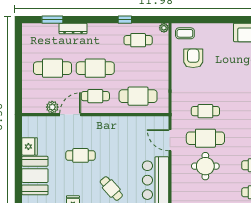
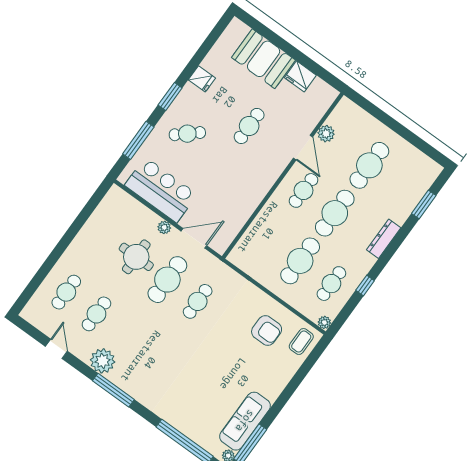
dresser: (73, 29) -> (384, 239), moved
cafe table: (138, 96) -> (300, 261), moved
plant: (176, 162) -> (164, 227), added

